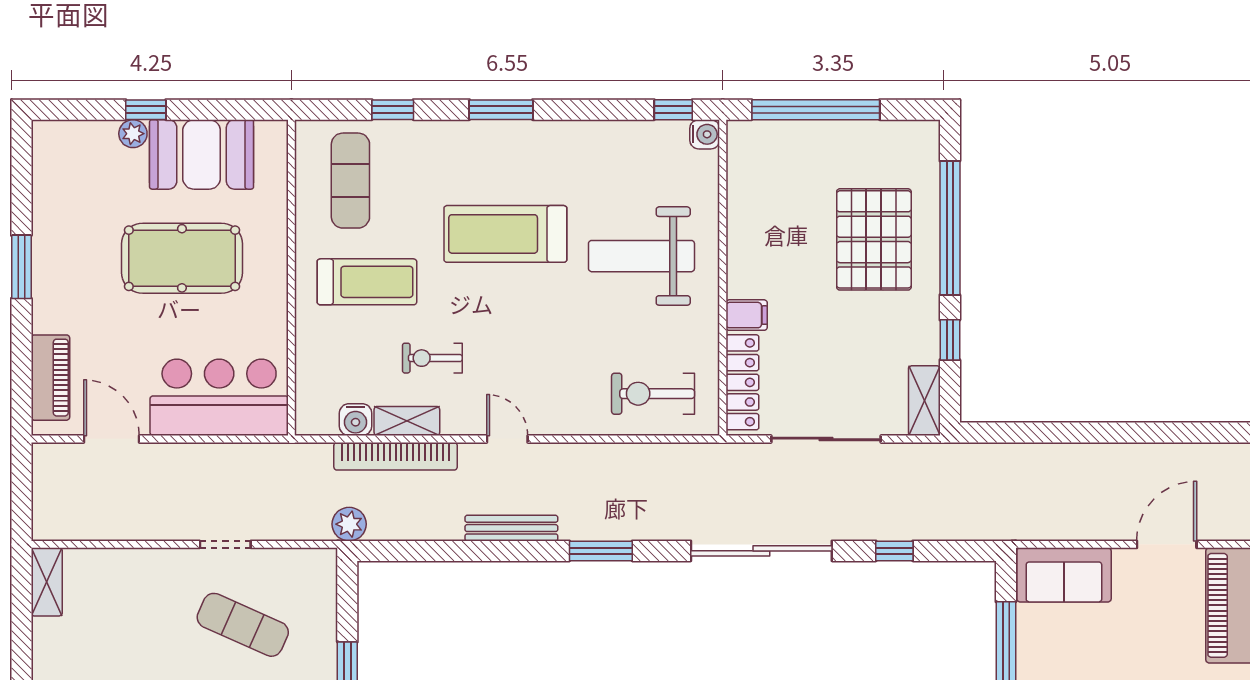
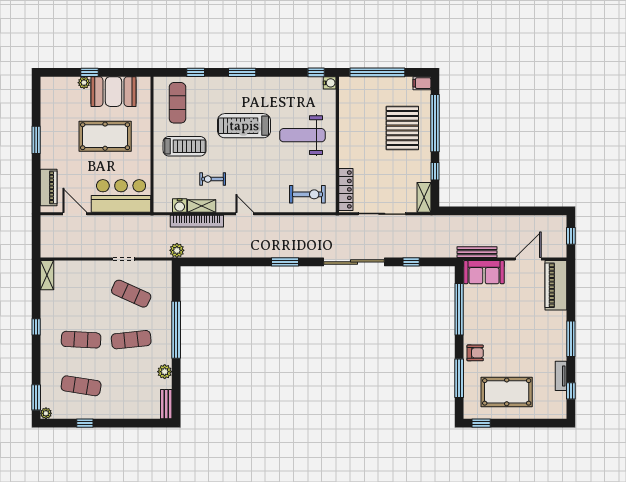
filing cabinet: (747, 315) -> (422, 83), moved, turned 180
exercise bike: (653, 394) -> (307, 194), turned 180
bench: (511, 528) -> (477, 252), moved

